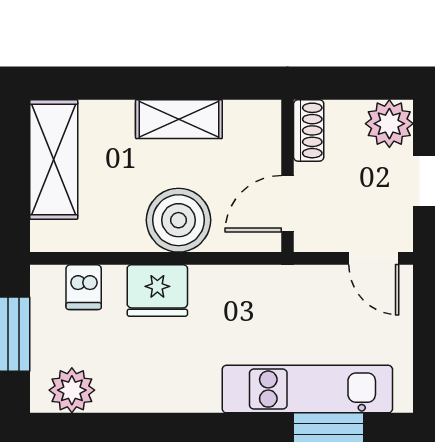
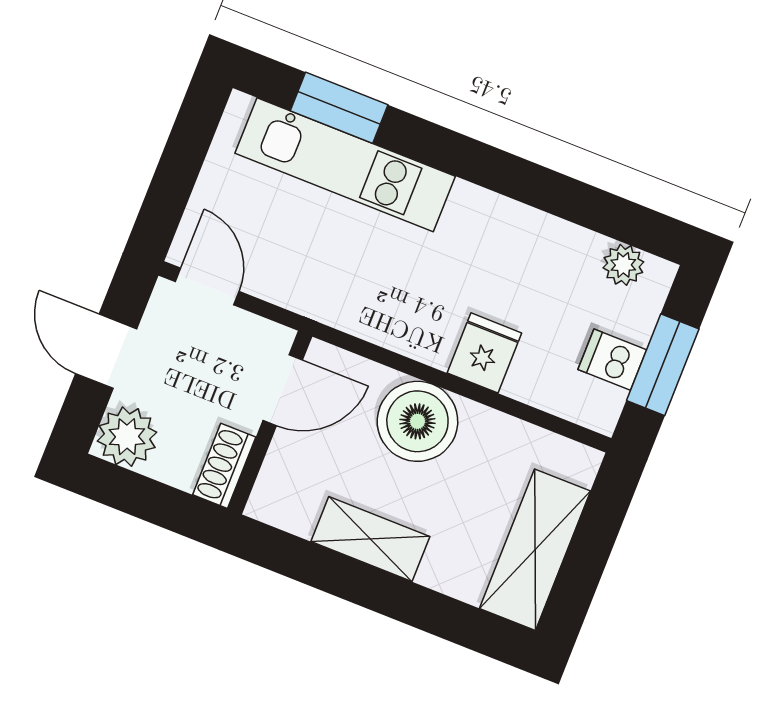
dishwasher: (84, 287) -> (612, 360), moved, turned -90
fridge: (157, 290) -> (484, 353), width x0.72
plant: (72, 390) -> (623, 265), width x0.73, depth x0.73

